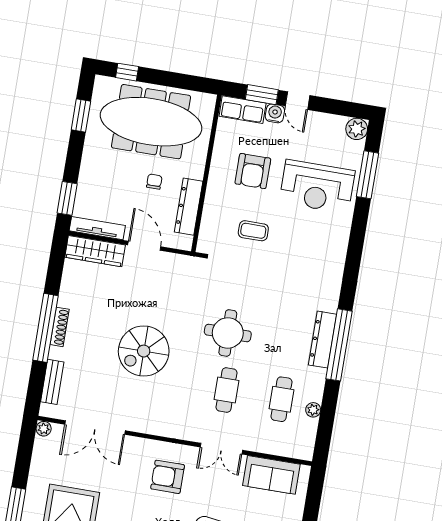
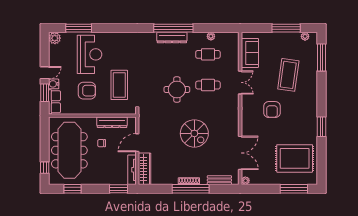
coffee table: (253, 231) -> (119, 85), width x1.86, depth x1.72
armchair: (168, 477) -> (272, 110), moved

